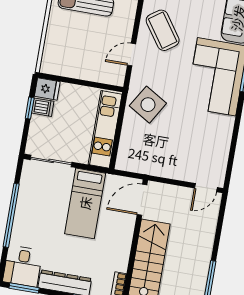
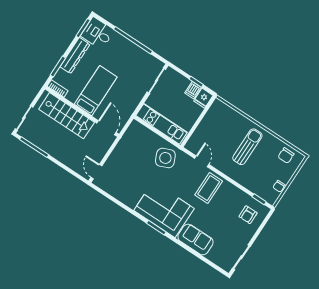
coffee table: (163, 30) -> (209, 188), turned -55
side table: (148, 105) -> (165, 158), turned 36
bed: (85, 203) -> (96, 91), moved, turned 90

